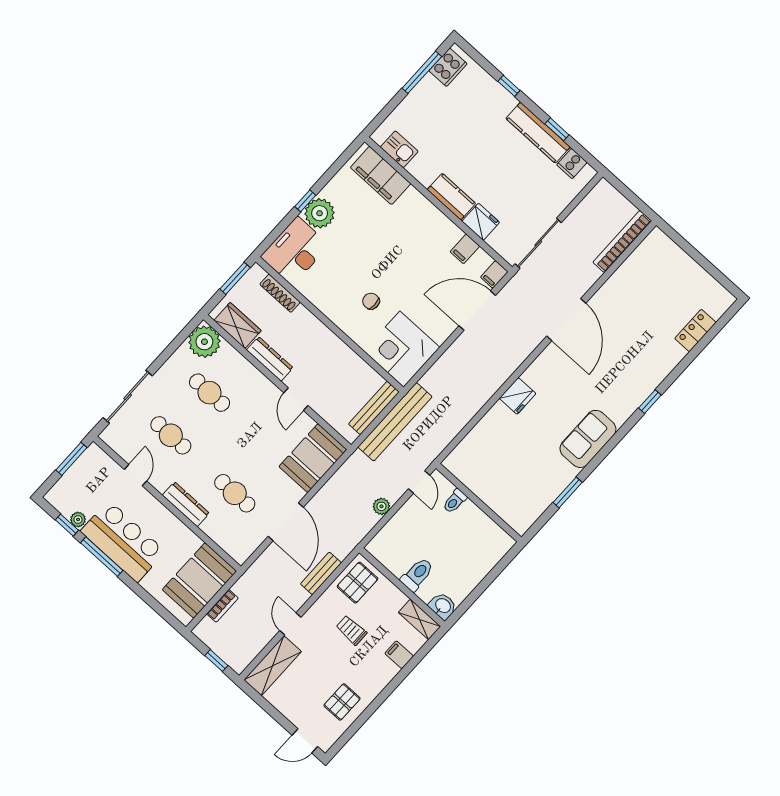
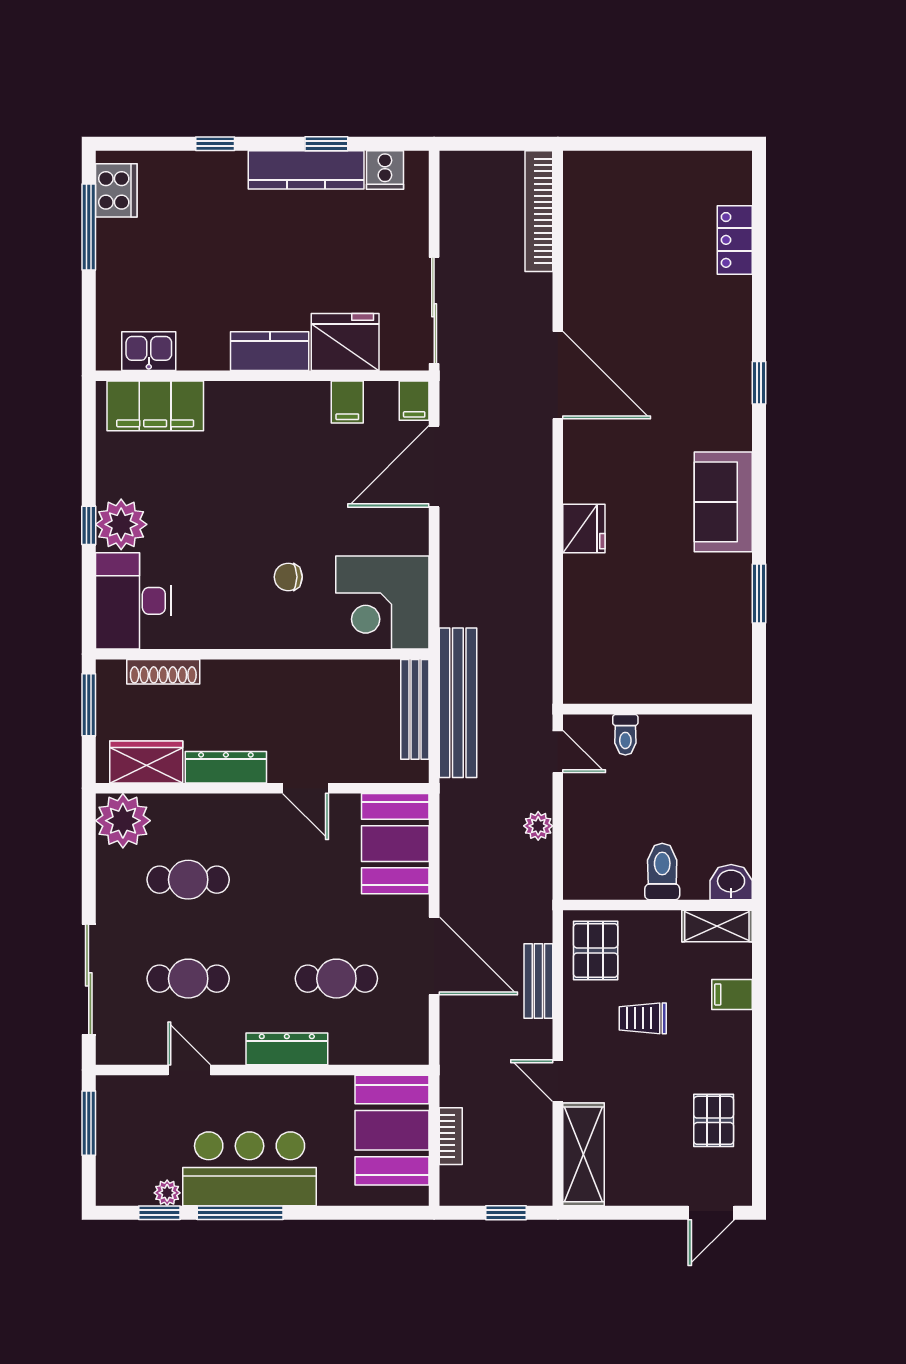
fridge: (481, 222) -> (345, 342), width x1.36, depth x1.34

